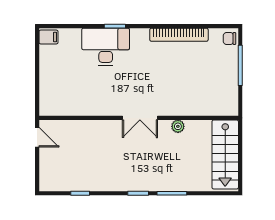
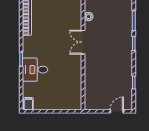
desk: (106, 47) -> (35, 70), width x0.73
double door: (140, 118) -> (83, 42), swing flipped
door: (37, 137) -> (117, 111), moved

